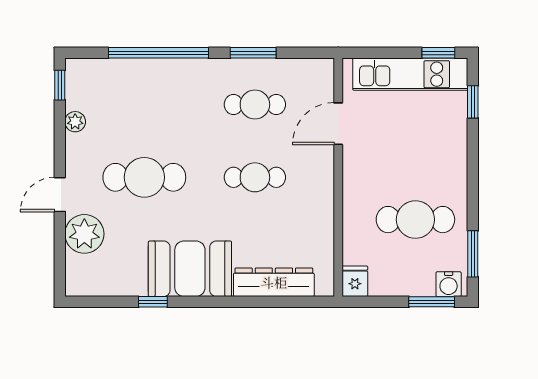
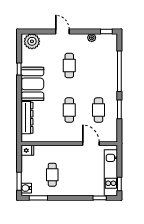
cafe table: (144, 177) -> (69, 66), width x0.73, depth x0.74
cafe table: (415, 220) -> (52, 175), width x0.73, depth x0.74
plant: (84, 234) -> (32, 41), moved

